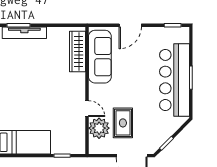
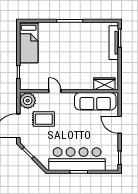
wardrobe: (78, 52) -> (104, 84), width x0.67
door: (87, 109) -> (55, 91), swing flipped
plant: (99, 128) -> (28, 101), moved

